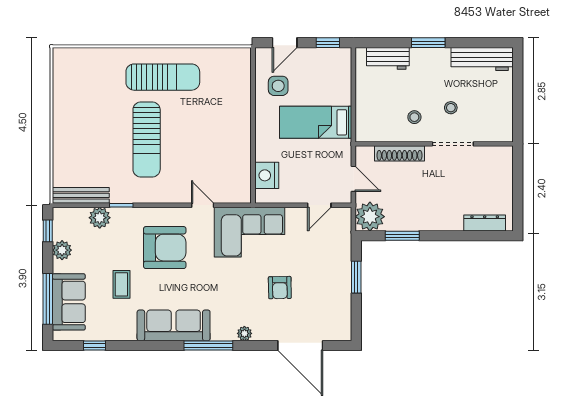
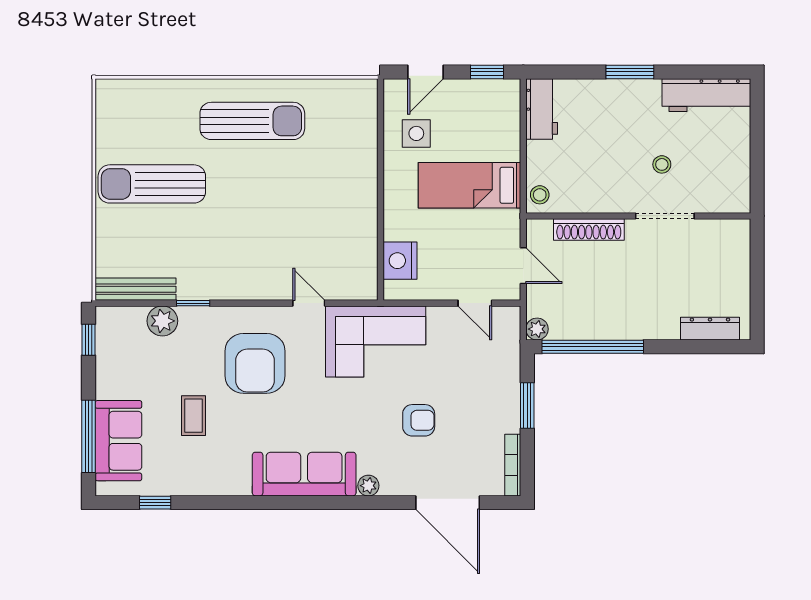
workbench: (388, 58) -> (542, 109), moved, turned -90
stool: (414, 117) -> (540, 195), moved
sun lounger: (147, 139) -> (152, 184), moved, turned 90
door: (319, 205) -> (475, 303), hinge flipped
plant: (370, 217) -> (537, 329), width x0.53, depth x0.53
window: (402, 236) -> (593, 347), width x2.11
armchair: (165, 248) -> (255, 363), turned 90
plant: (62, 250) -> (109, 367), removed
armchair: (280, 288) -> (419, 420), turned -89
bookcase: (346, 319) -> (513, 465), added
sofa: (174, 325) -> (304, 474), moved
window: (208, 345) -> (317, 503), removed

